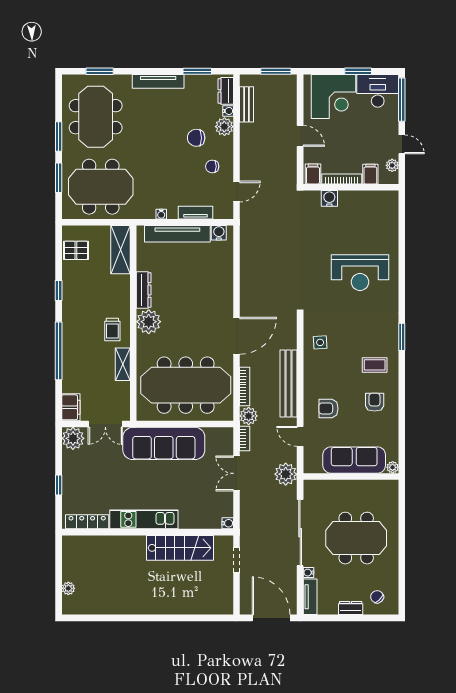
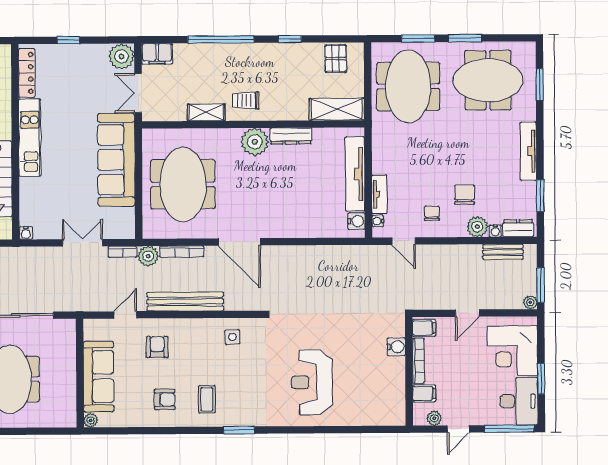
water cooler: (161, 214) -> (378, 221), moved
meeting table: (186, 385) -> (183, 184), width x0.73
plant: (286, 474) -> (530, 302), moved, width x0.53, depth x0.53

